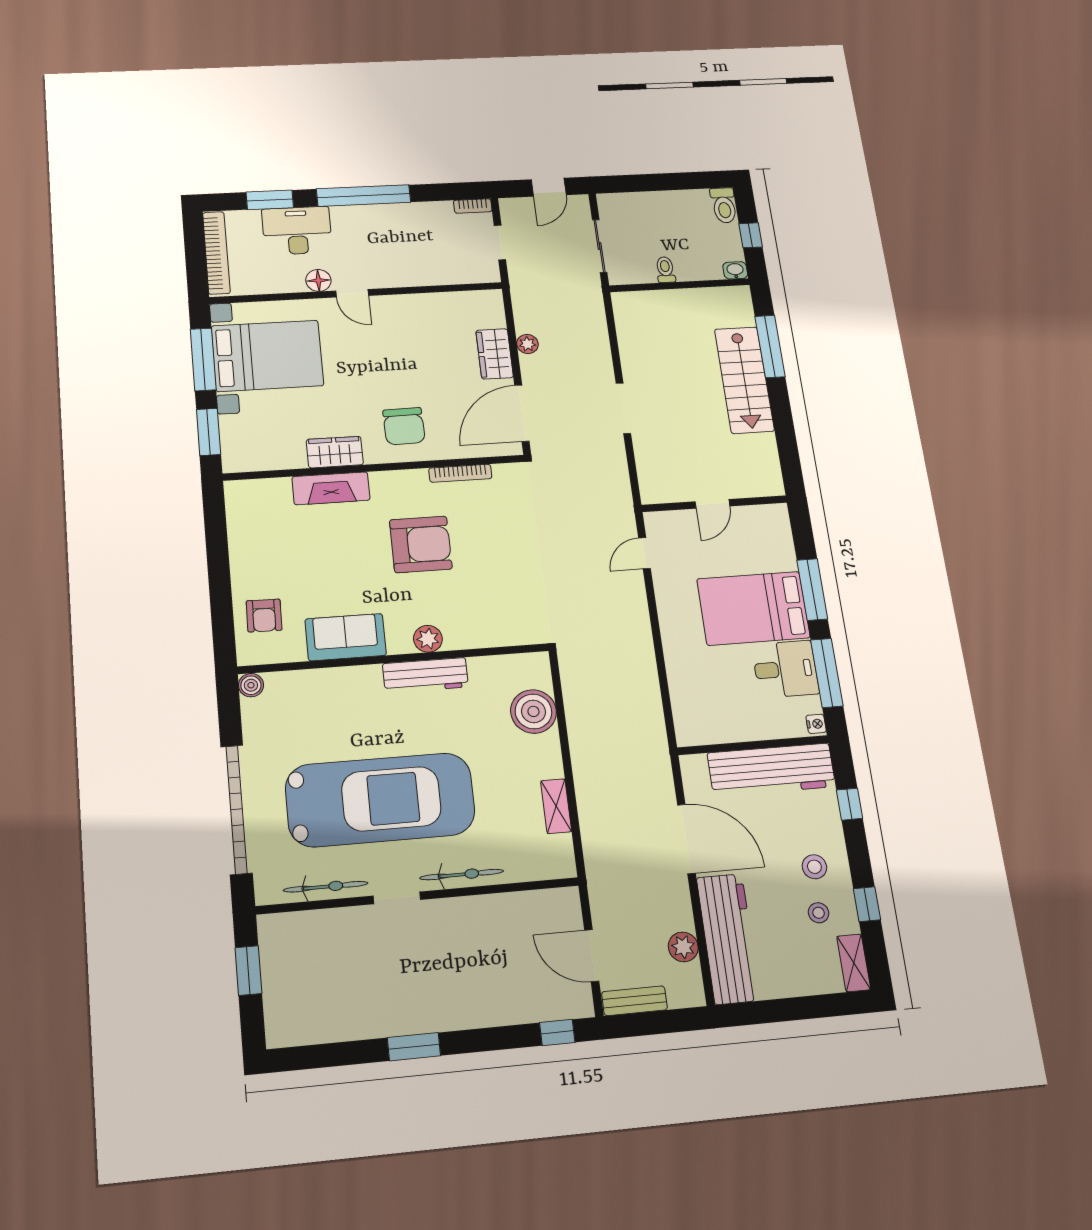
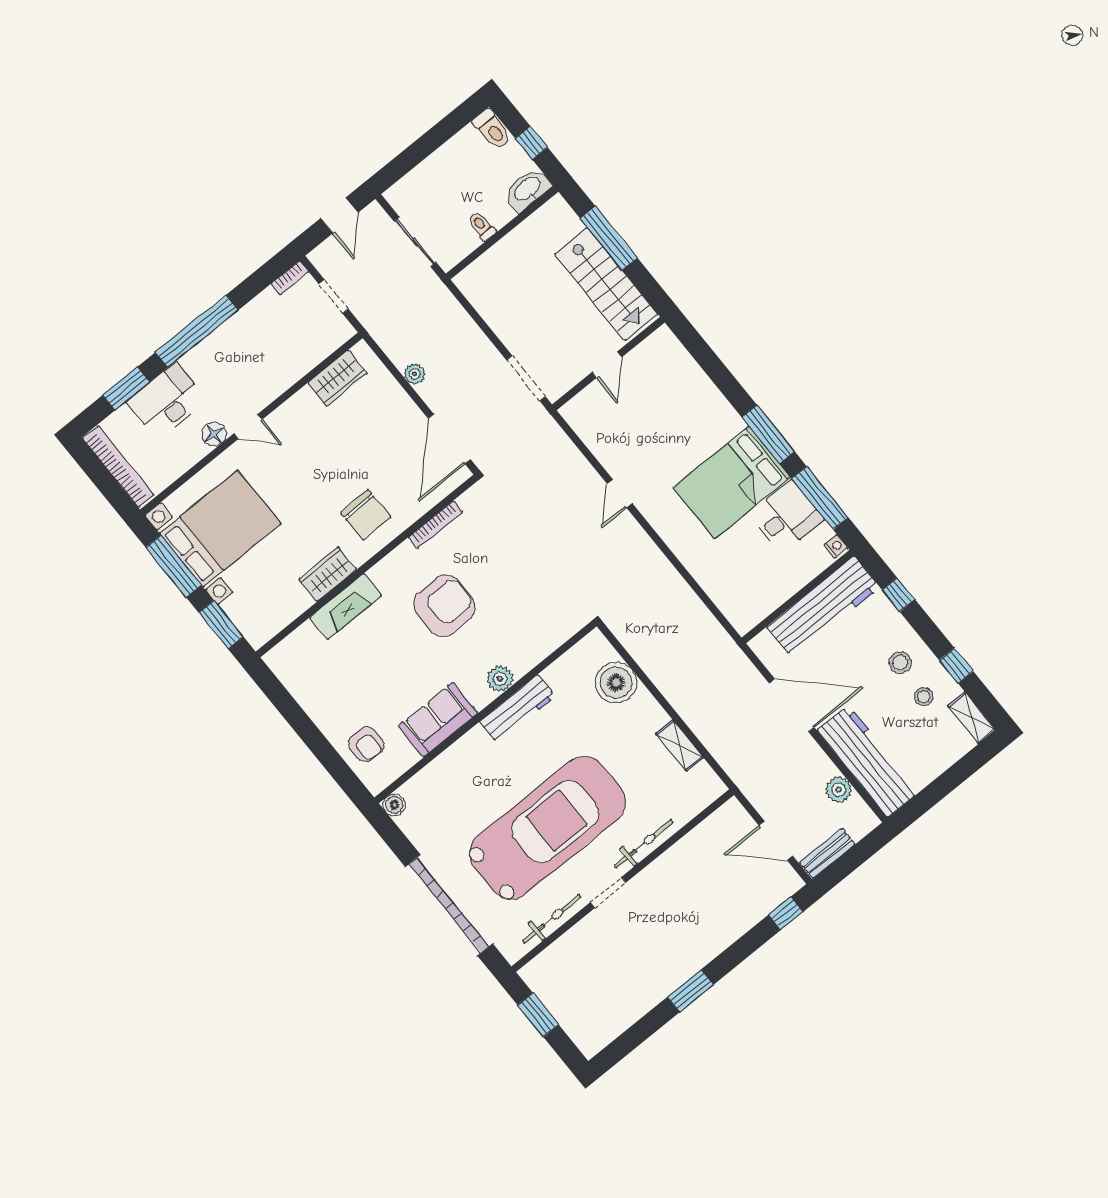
washbasin: (735, 270) -> (528, 189), width x1.91, depth x1.45
wardrobe: (495, 354) -> (337, 378), moved, turned -90
door: (712, 504) -> (607, 365), moved
wall: (714, 504) -> (608, 363), moved

